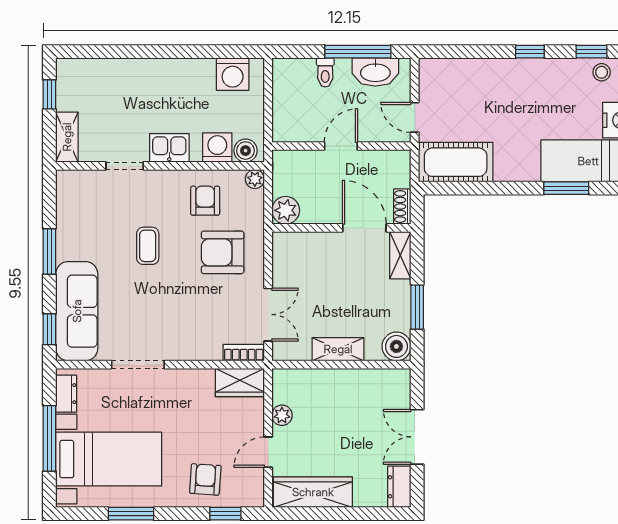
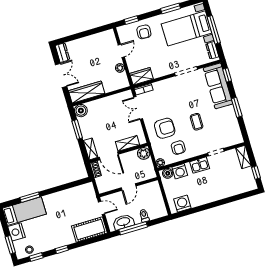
cot: (456, 162) -> (89, 229), moved
shelving: (338, 349) -> (127, 143), moved
wardrobe: (313, 492) -> (87, 92), moved, turned 180

